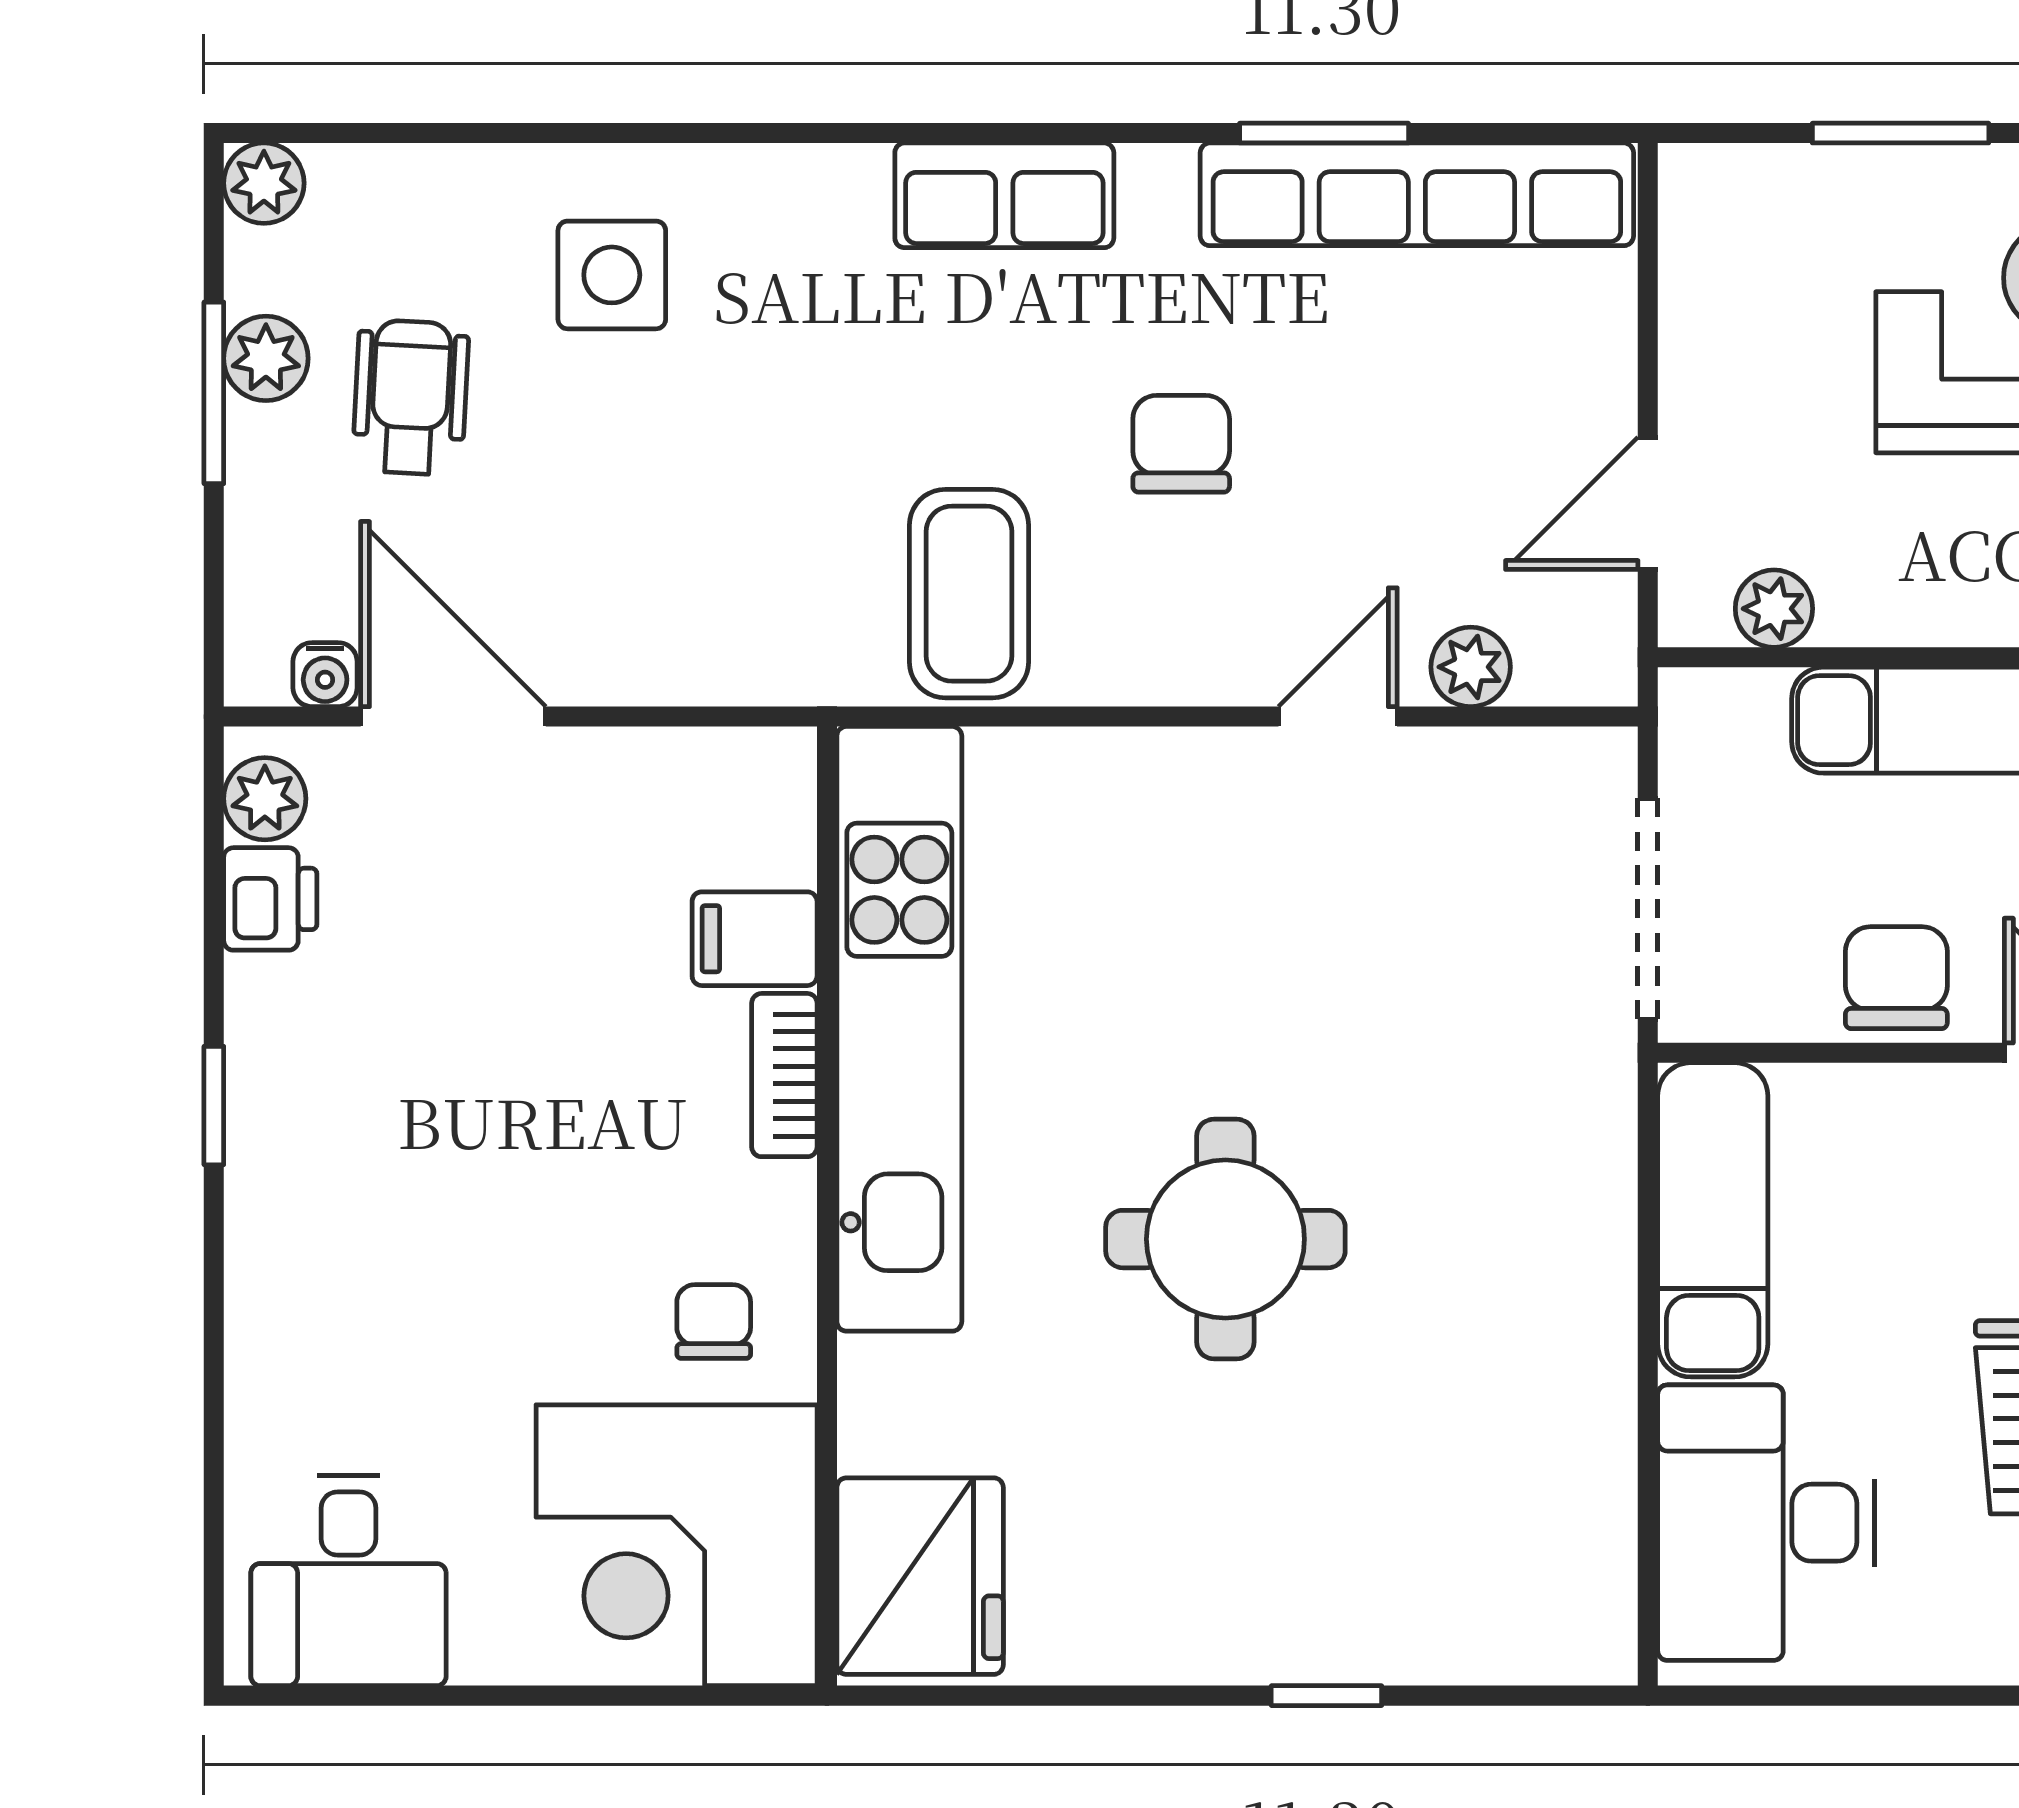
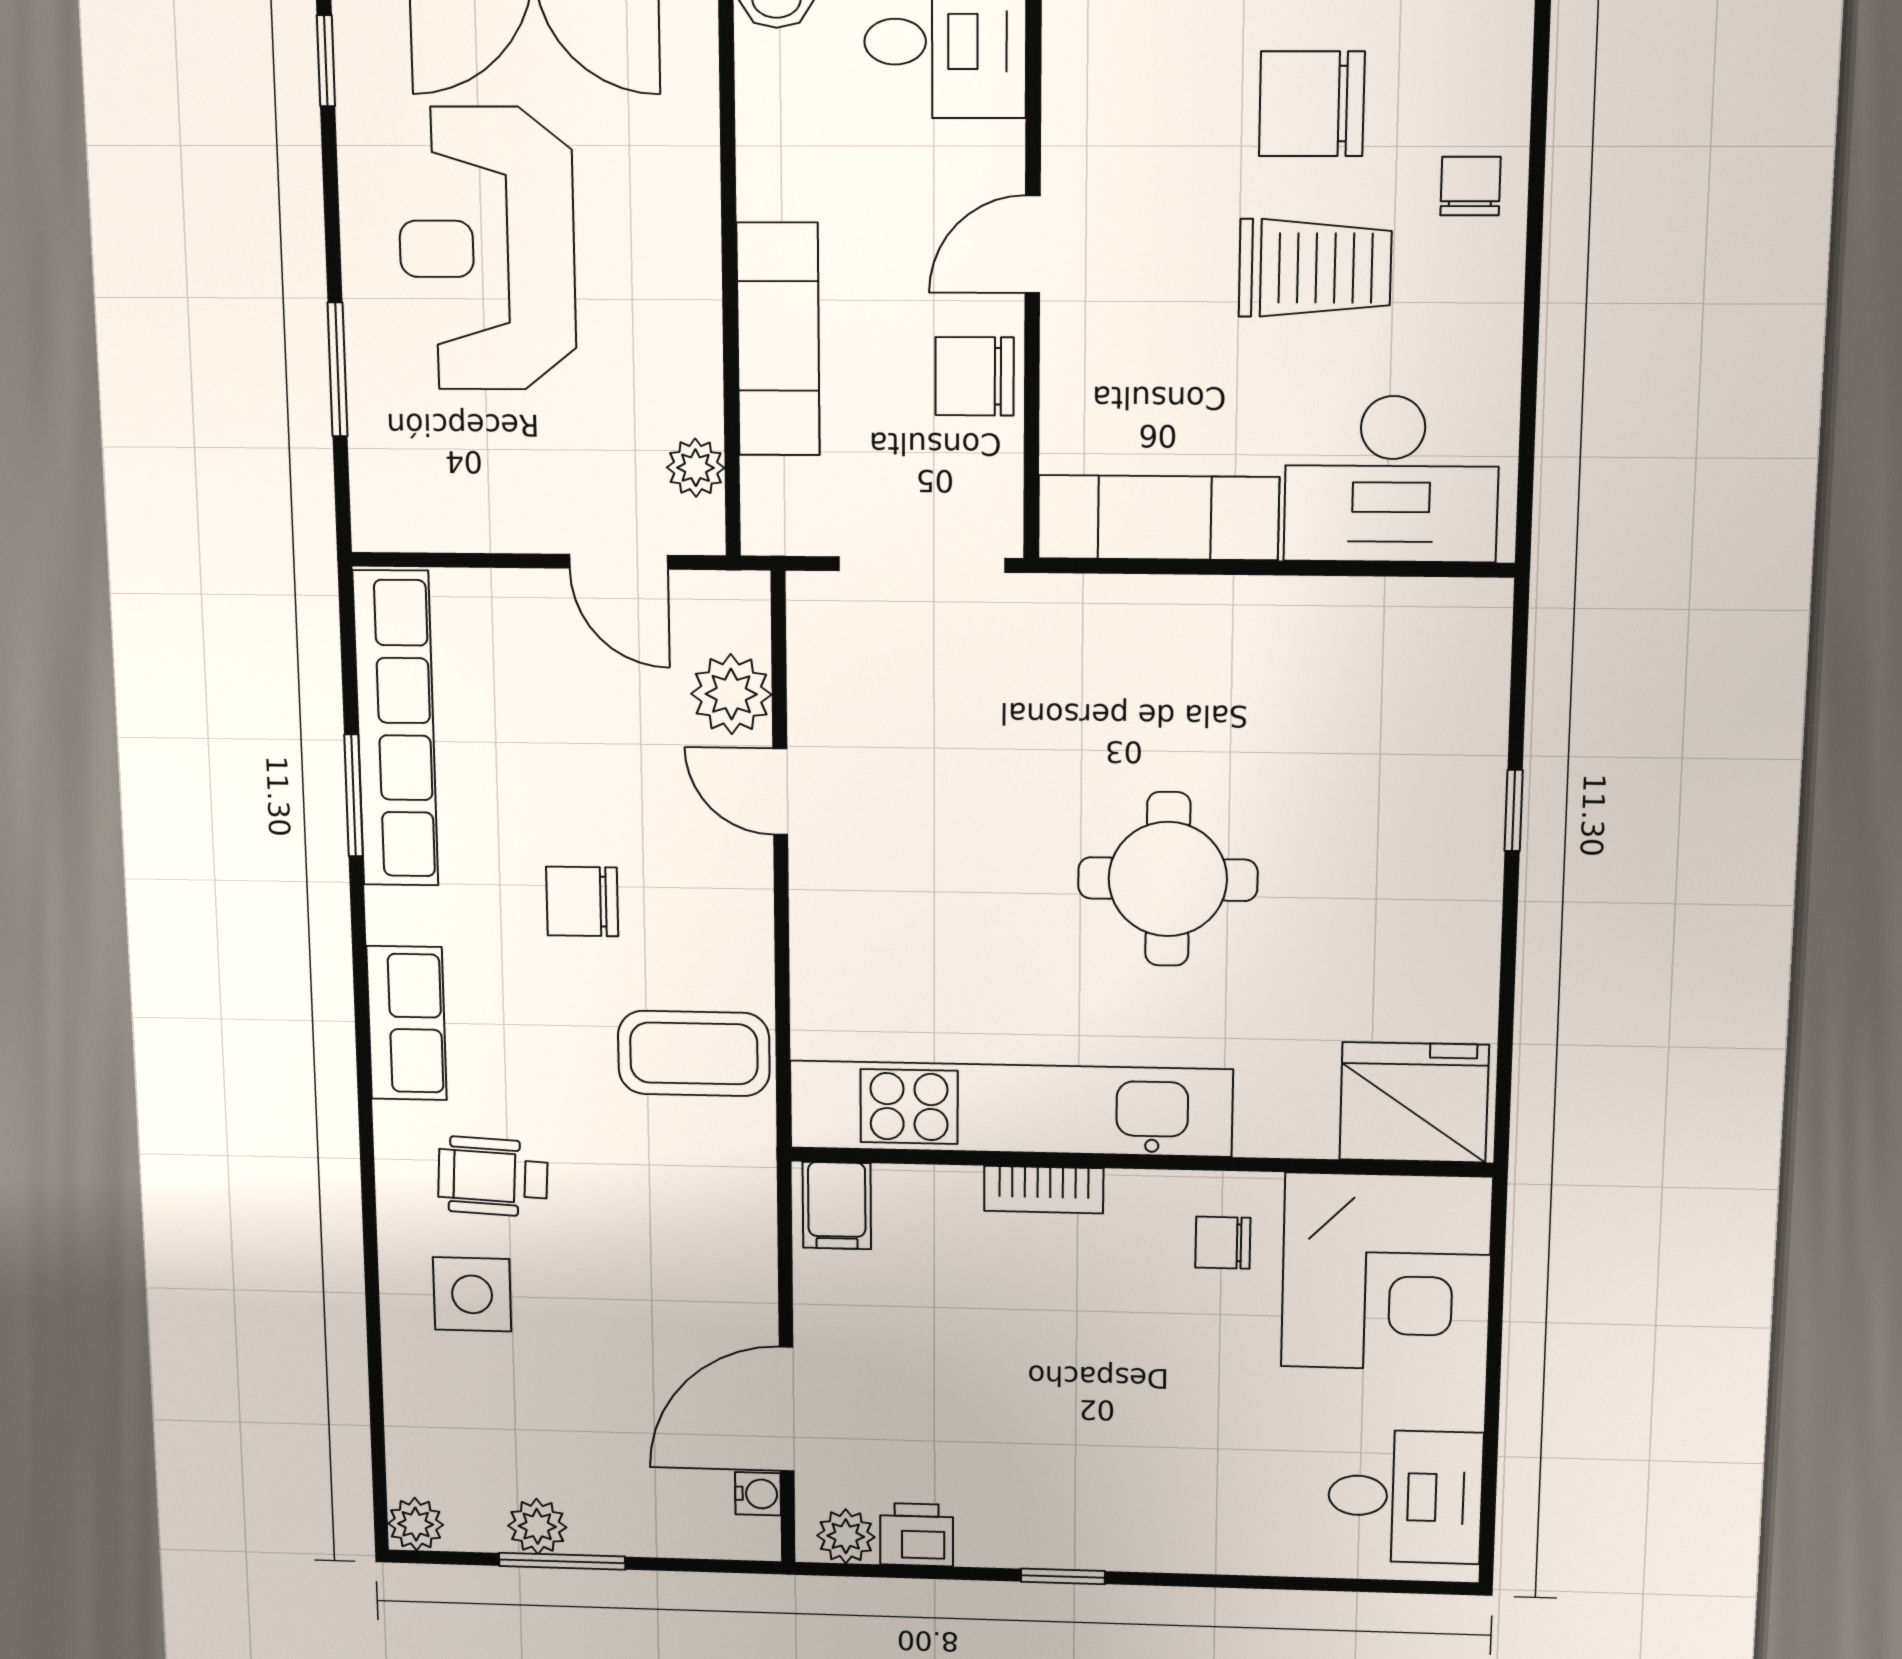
wheelchair: (411, 397) -> (493, 1177), moved
plant: (1471, 667) -> (731, 694), width x1.38, depth x1.38
filing cabinet: (755, 939) -> (837, 1206), moved

